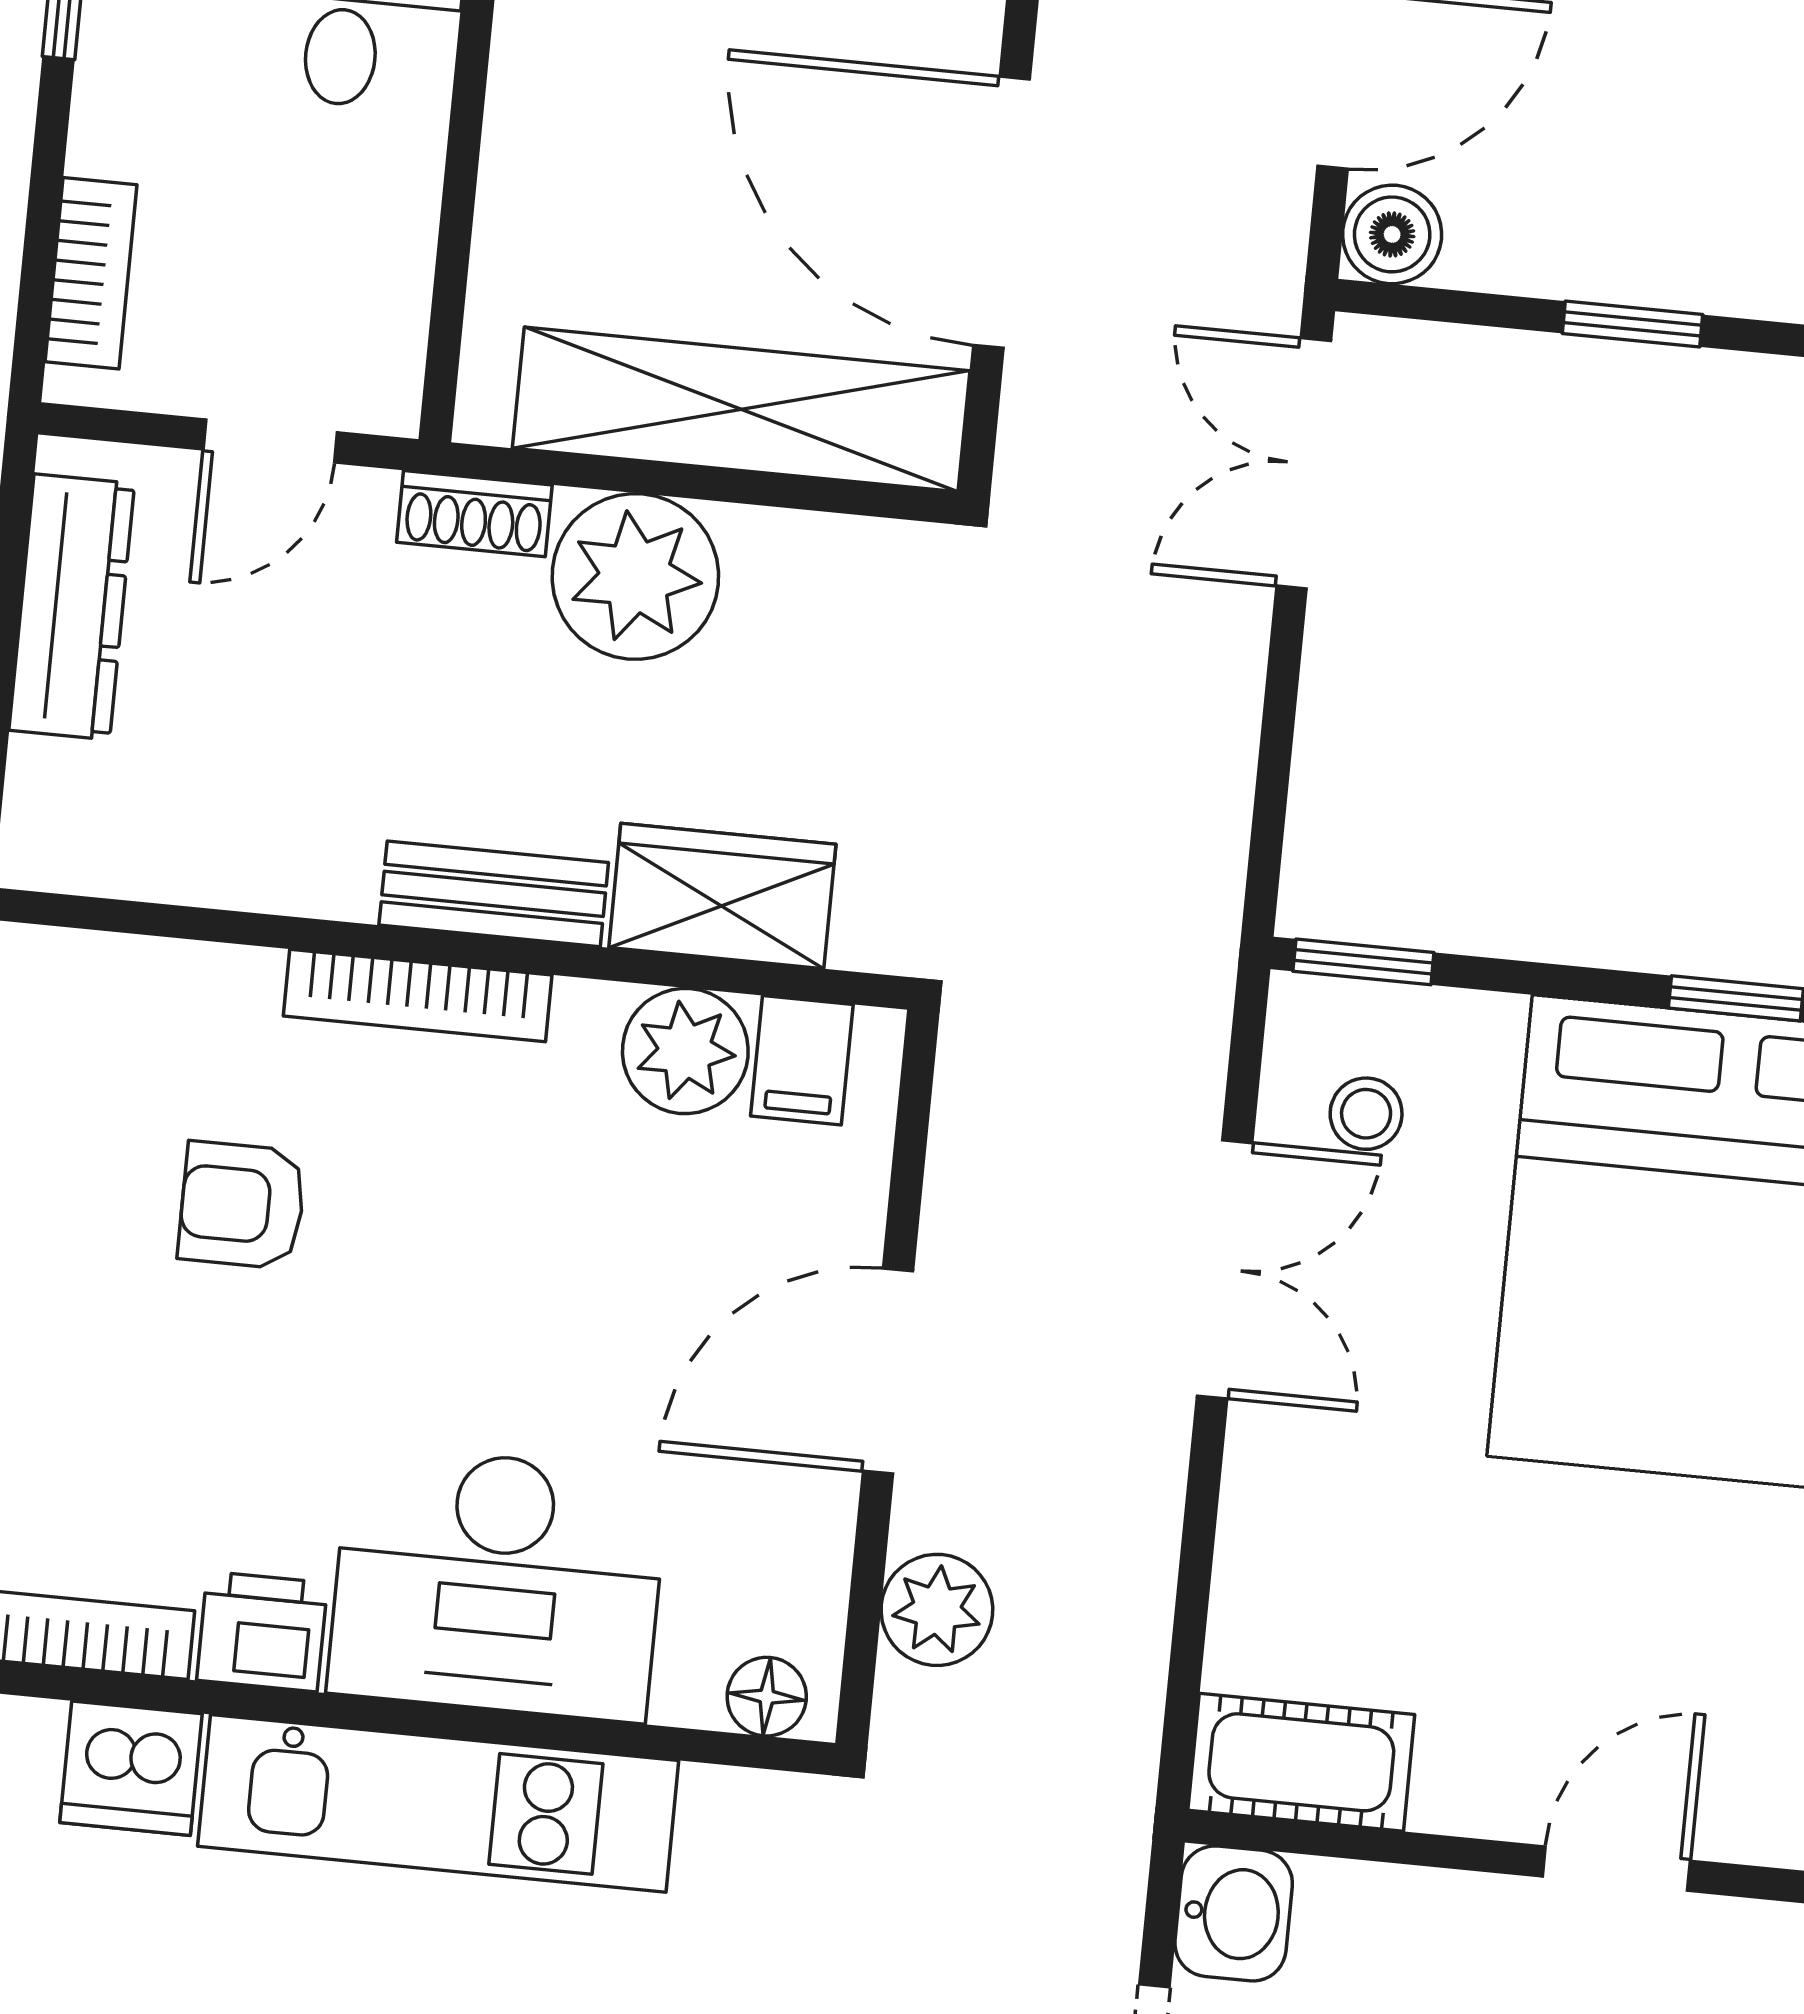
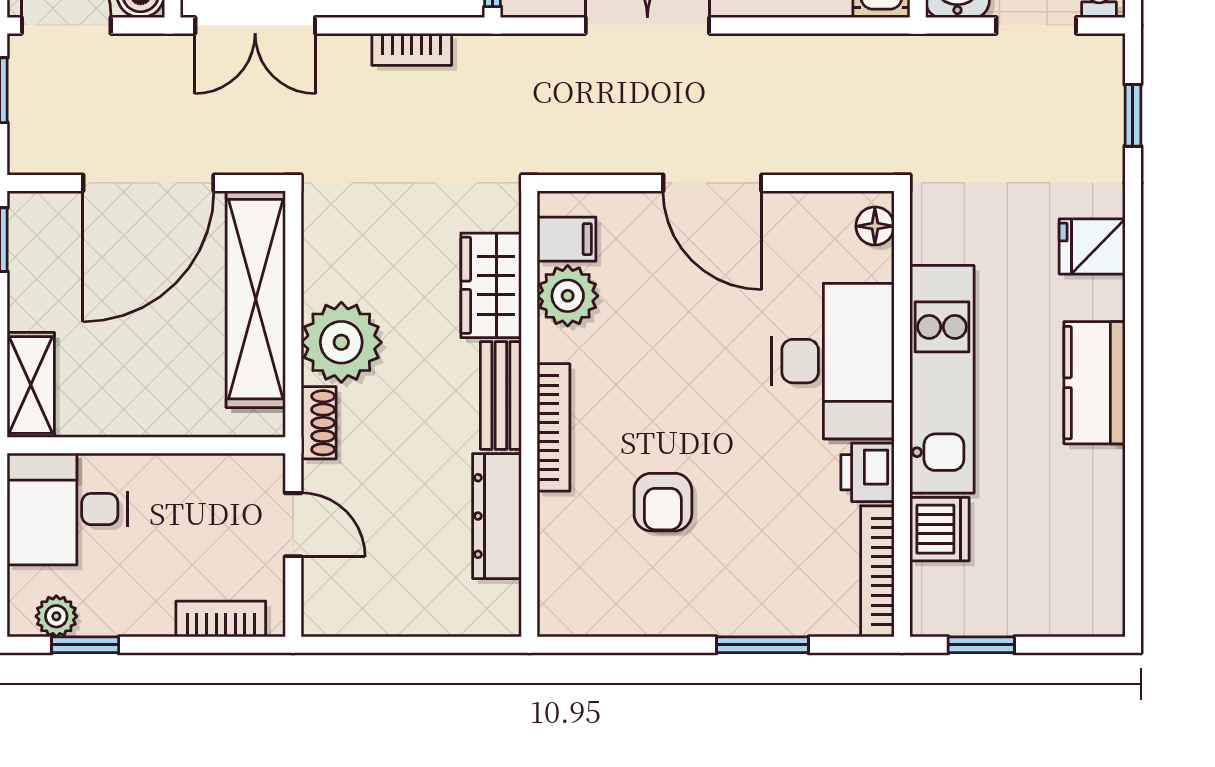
dresser: (72, 607) -> (497, 516), moved, turned -90
bookcase: (1223, 780) -> (412, 49), added
plant: (937, 1610) -> (825, 148), removed

